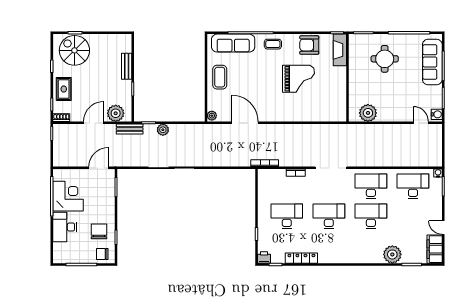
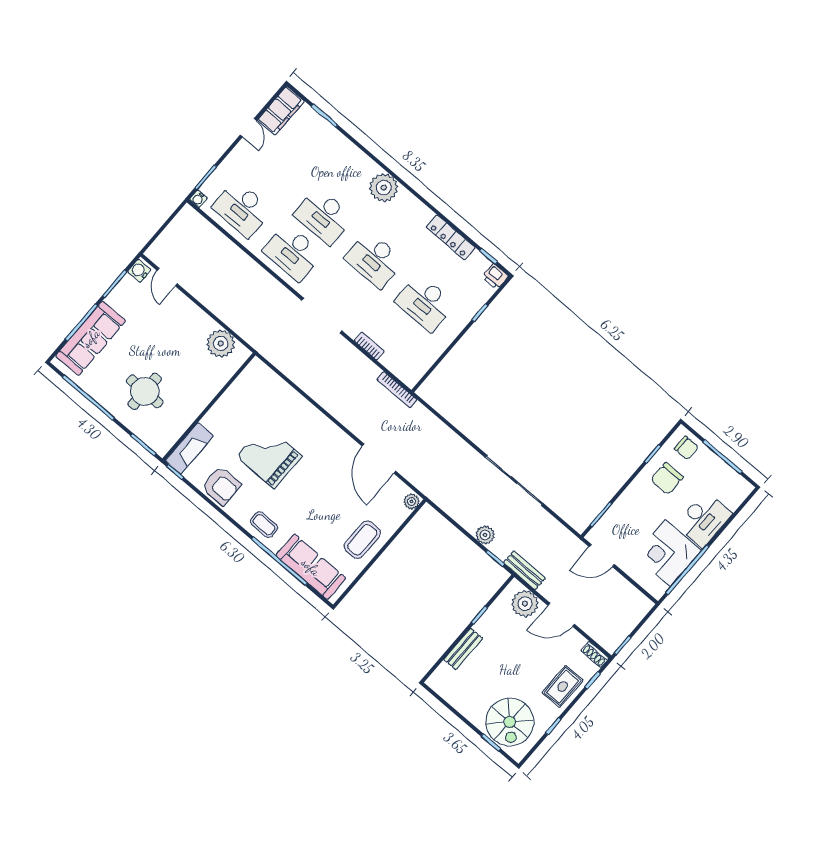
plant: (392, 254) -> (384, 188), moved

